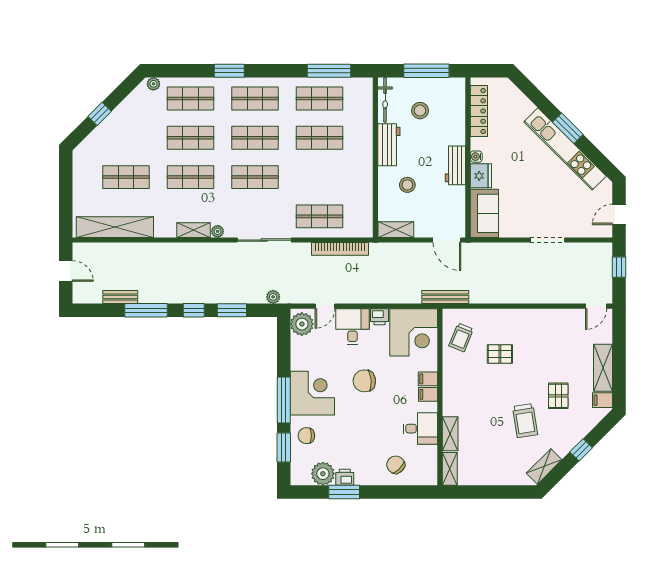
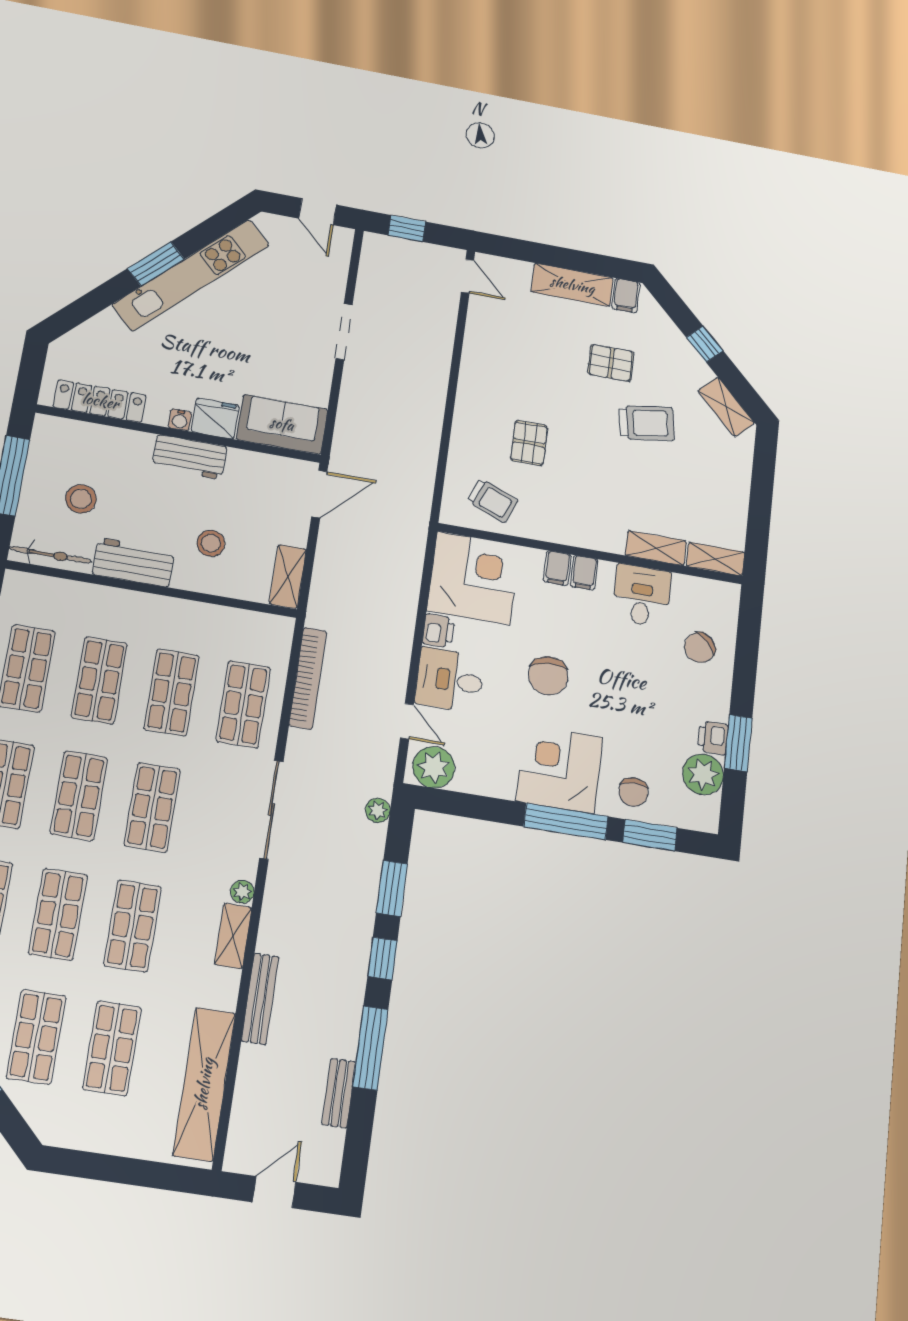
shop shelf: (126, 138) -> (36, 1037), added
shop shelf: (319, 177) -> (172, 692), added
bench: (445, 297) -> (260, 999), moved

